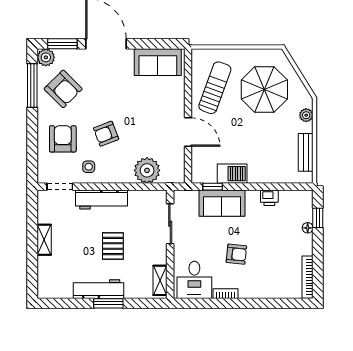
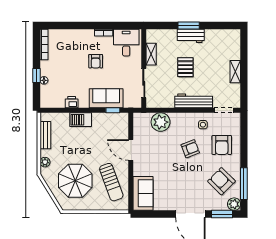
sofa: (158, 62) -> (143, 193), moved, turned 90
sun lounger: (215, 88) -> (111, 182), turned -40
barbecue: (232, 174) -> (81, 120), moved
window: (318, 218) -> (37, 76), moved
armchair: (236, 254) -> (96, 61), turned -96
shelving: (160, 280) -> (151, 54), moved
workbench: (99, 289) -> (191, 36), width x0.73

